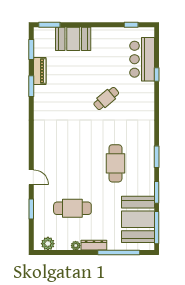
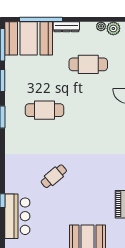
cafe table: (115, 163) -> (44, 110), turned 90
booth: (138, 219) -> (29, 38), moved, turned 90
plant: (76, 246) -> (101, 26), moved

